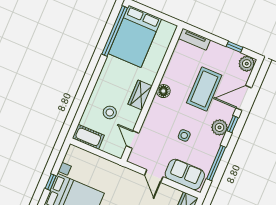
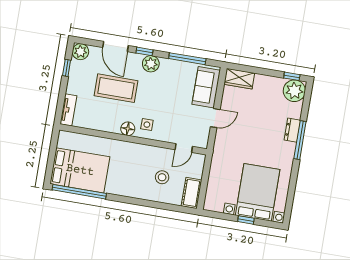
wardrobe: (140, 95) -> (137, 151), removed
side table: (184, 135) -> (147, 125), moved

